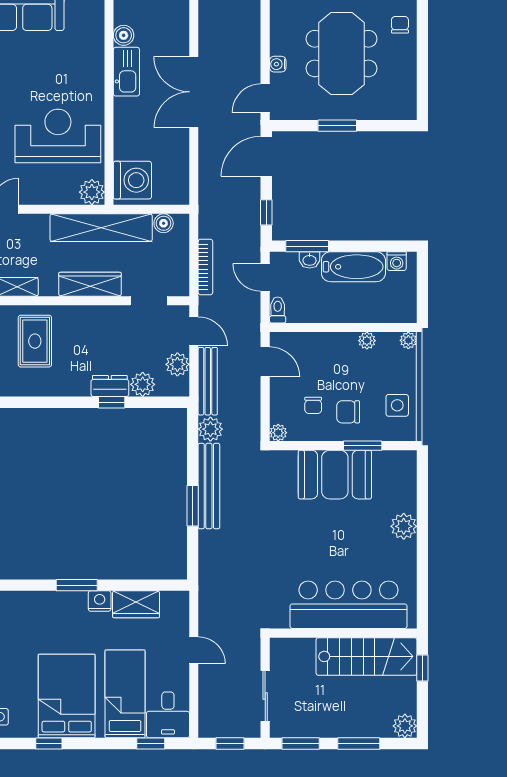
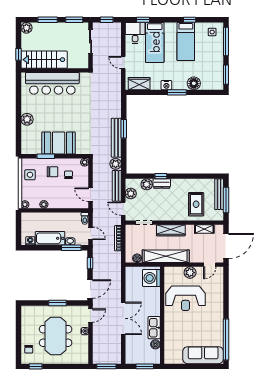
plant: (92, 192) -> (190, 273), moved
wardrobe: (136, 604) -> (139, 84), moved
floor lamp: (40, 605) -> (194, 83), added
bed: (67, 696) -> (186, 42), width x0.67

